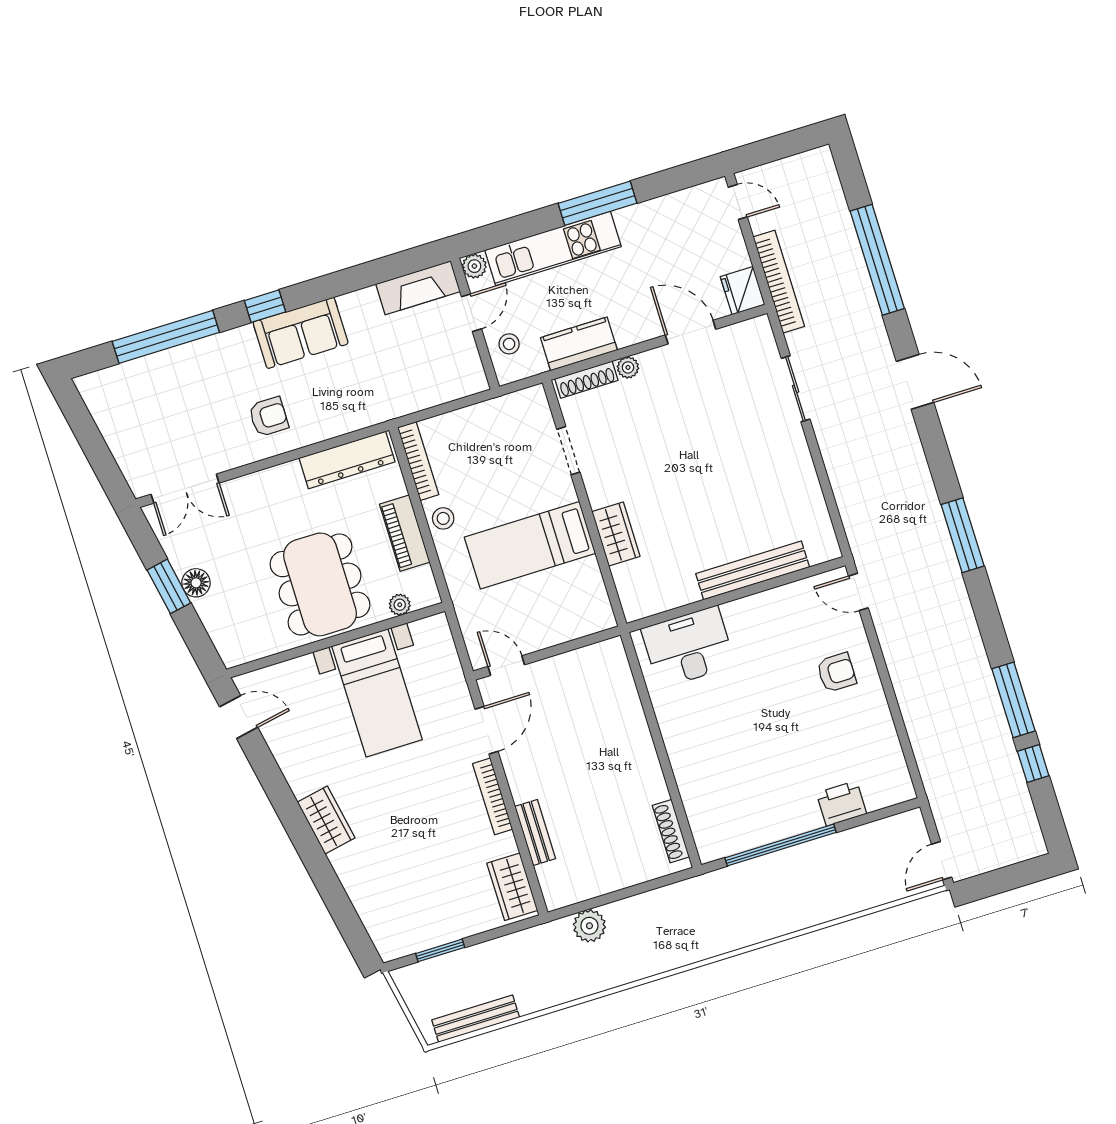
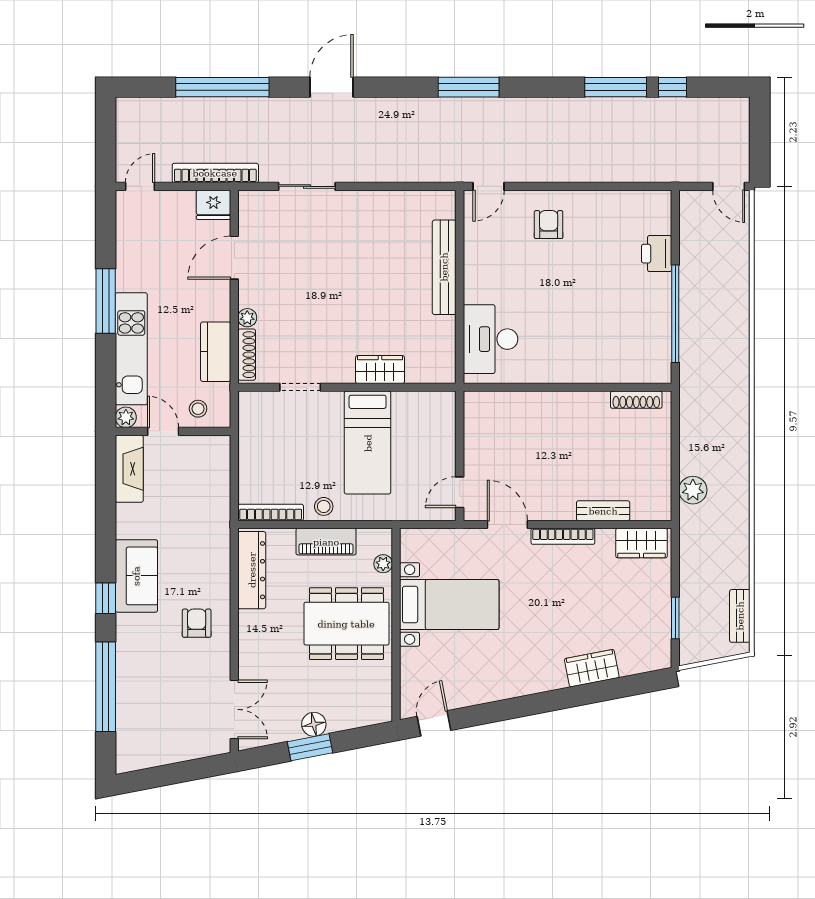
wardrobe: (326, 820) -> (592, 668), moved
bench: (476, 1019) -> (740, 616), width x0.73

